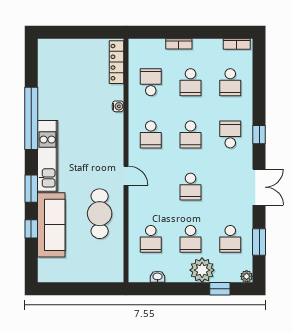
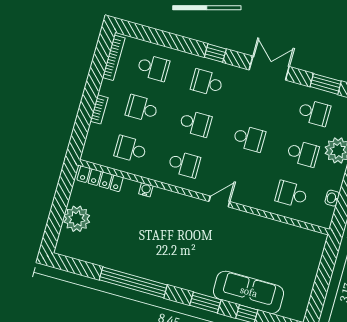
bookcase: (237, 44) -> (114, 58), width x1.56
plant: (74, 51) -> (77, 219), added
school desk: (191, 82) -> (142, 108), turned 180
kitchen unit: (48, 156) -> (177, 276), removed
cafe table: (100, 214) -> (251, 239), removed
school desk: (151, 239) -> (291, 194), turned 180

